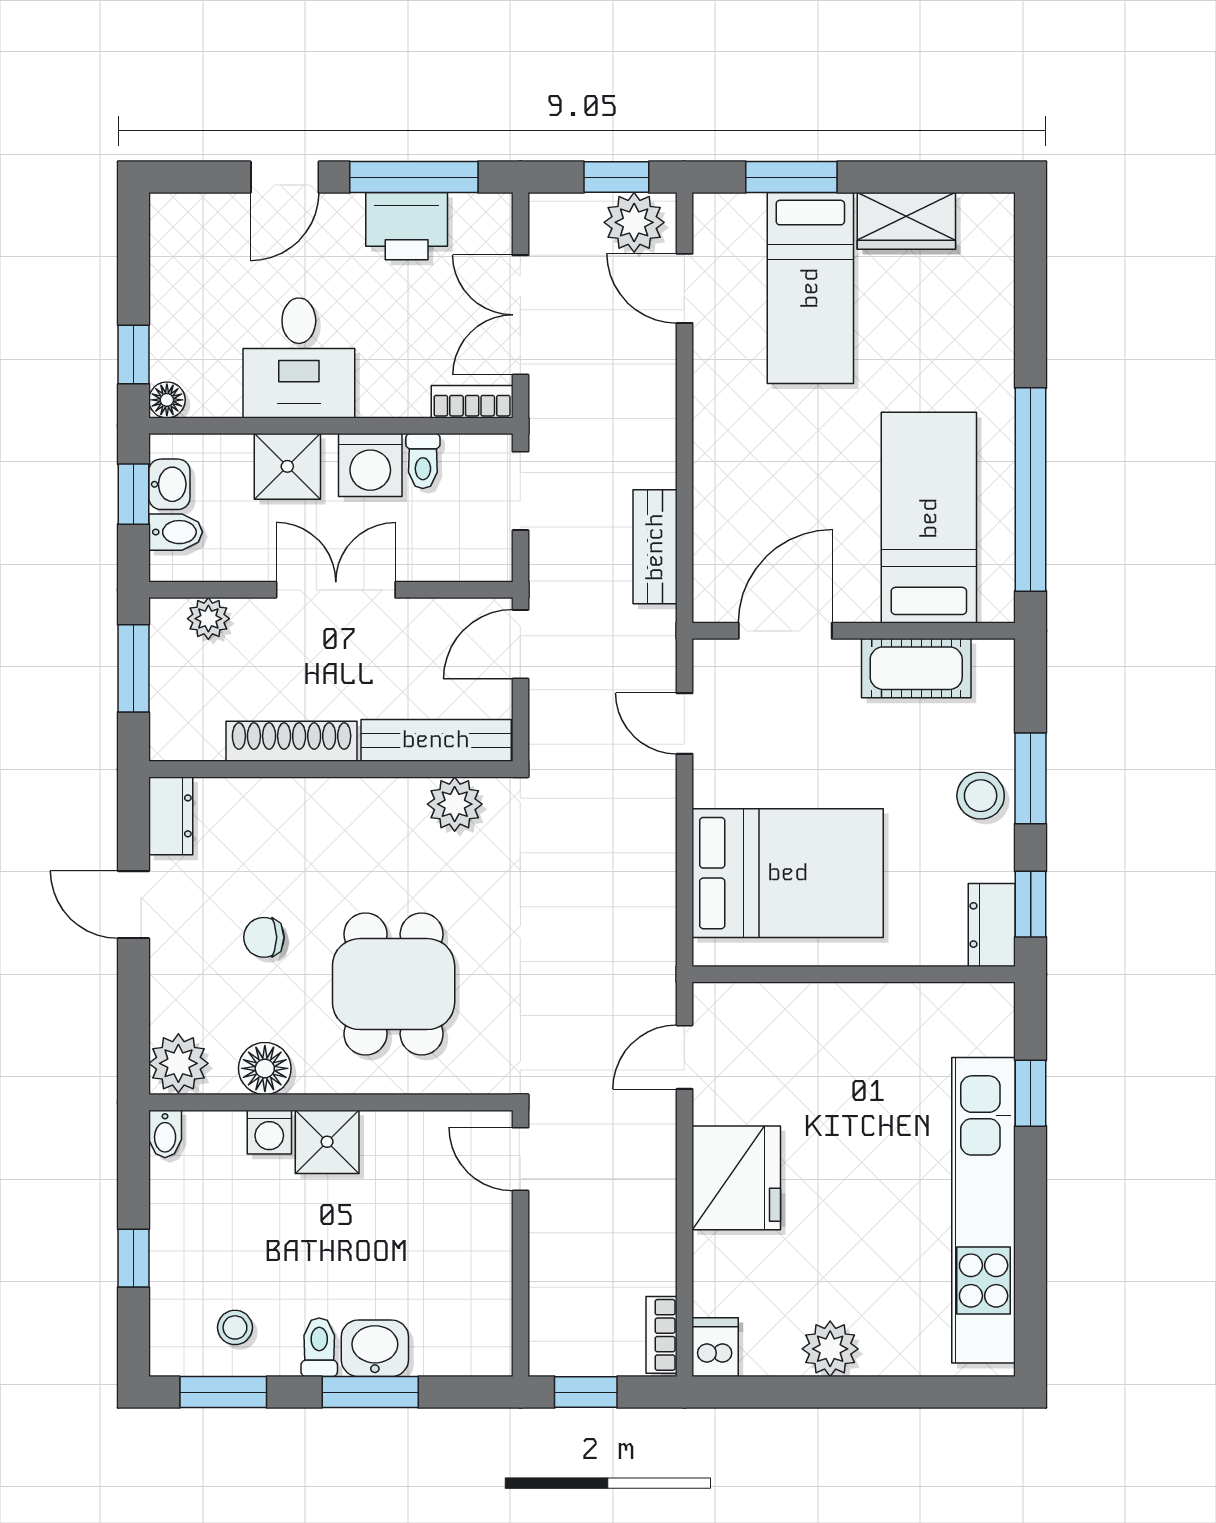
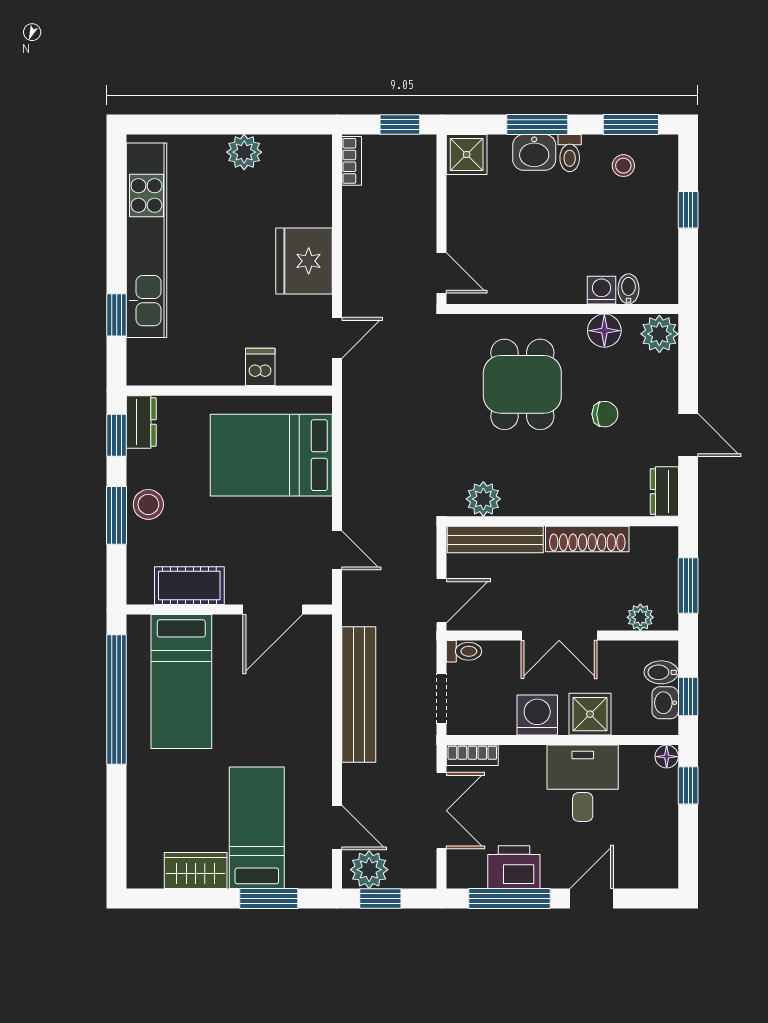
toilet: (423, 461) -> (464, 651), moved, turned 90
bench: (655, 547) -> (359, 694), width x1.86, depth x1.21
bidet: (165, 1134) -> (628, 289), moved
shower: (327, 1142) -> (467, 154), moved
dishwasher: (715, 1347) -> (260, 367), moved, turned 180

